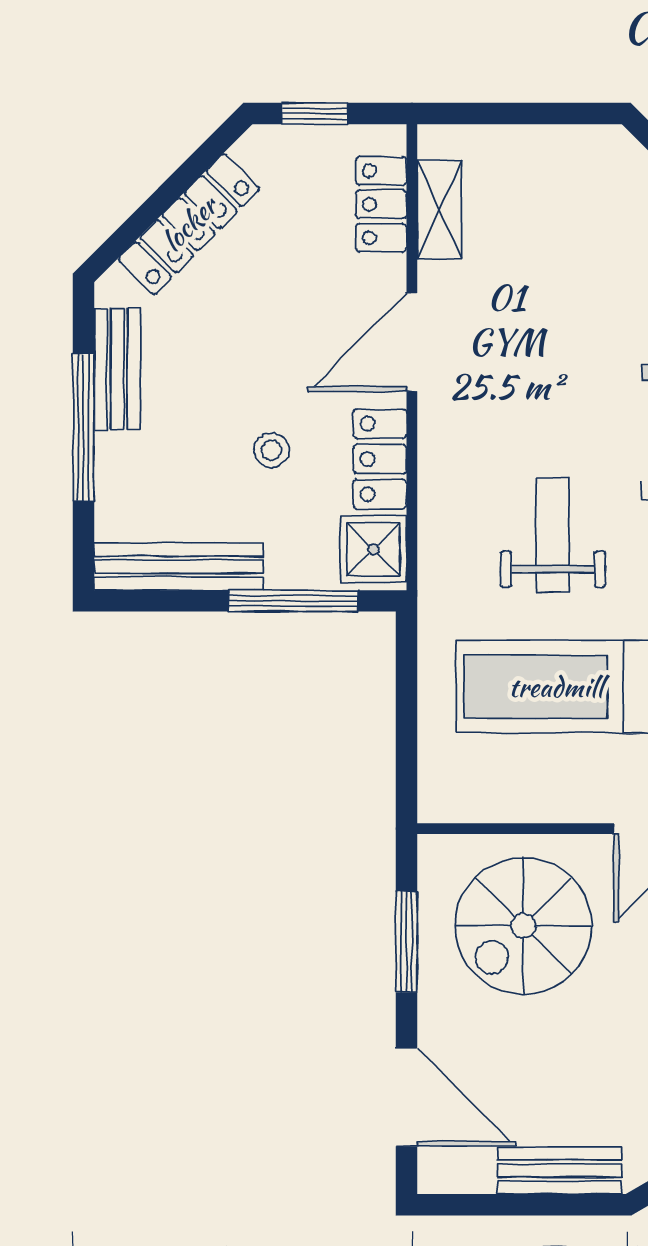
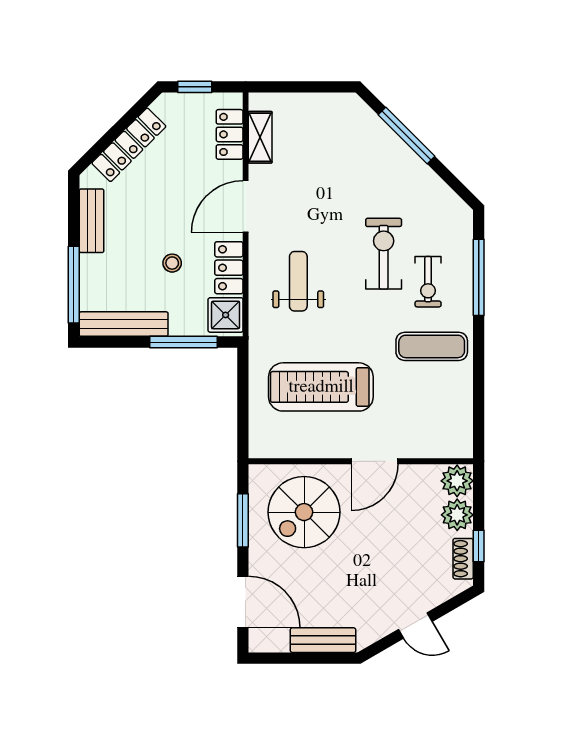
window: (83, 427) -> (74, 285), moved
weight bench: (553, 535) -> (298, 281), moved

